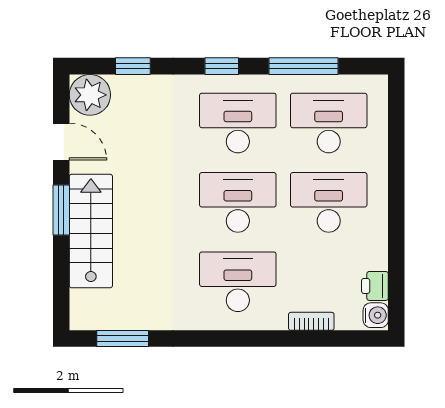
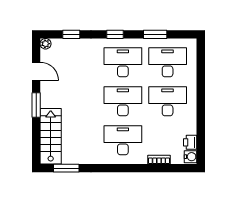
window: (303, 66) -> (155, 34), width x0.69
plant: (90, 95) -> (46, 44), width x0.53, depth x0.53
stairs: (91, 231) -> (51, 136), moved

